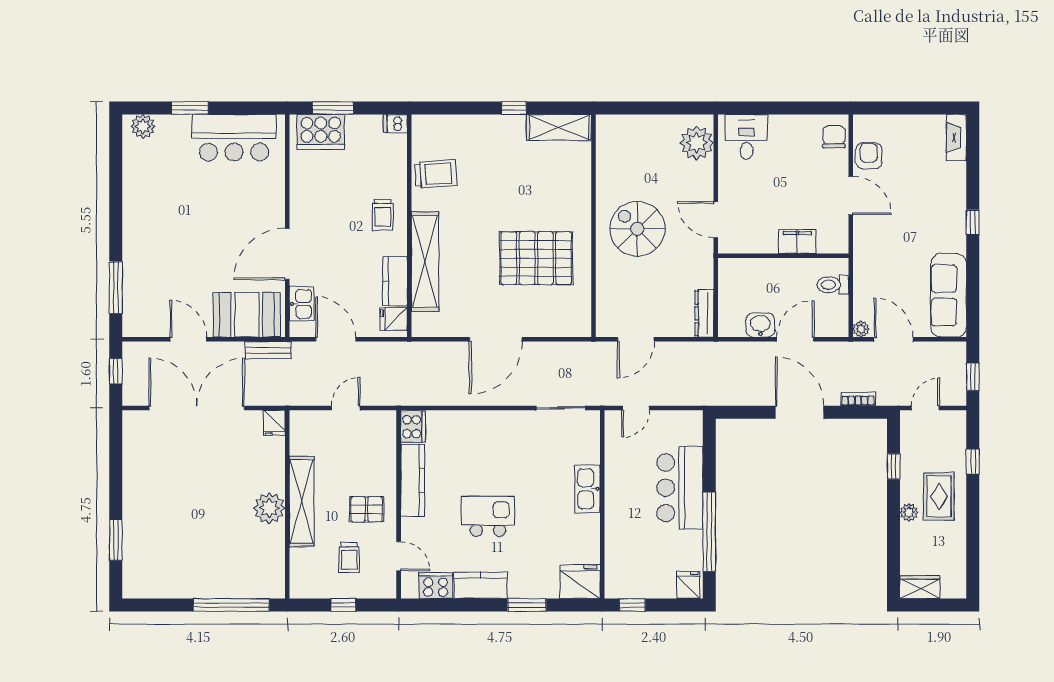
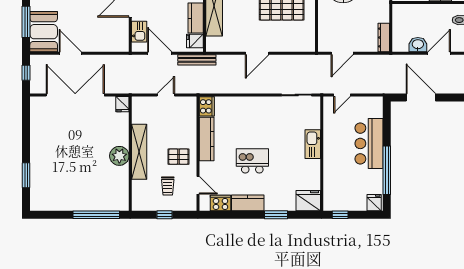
booth: (247, 315) -> (44, 32), moved, turned 90
door: (496, 339) -> (257, 53), width x0.73
bench: (268, 350) -> (197, 60), moved, width x1.36
door: (800, 412) -> (421, 98), moved

